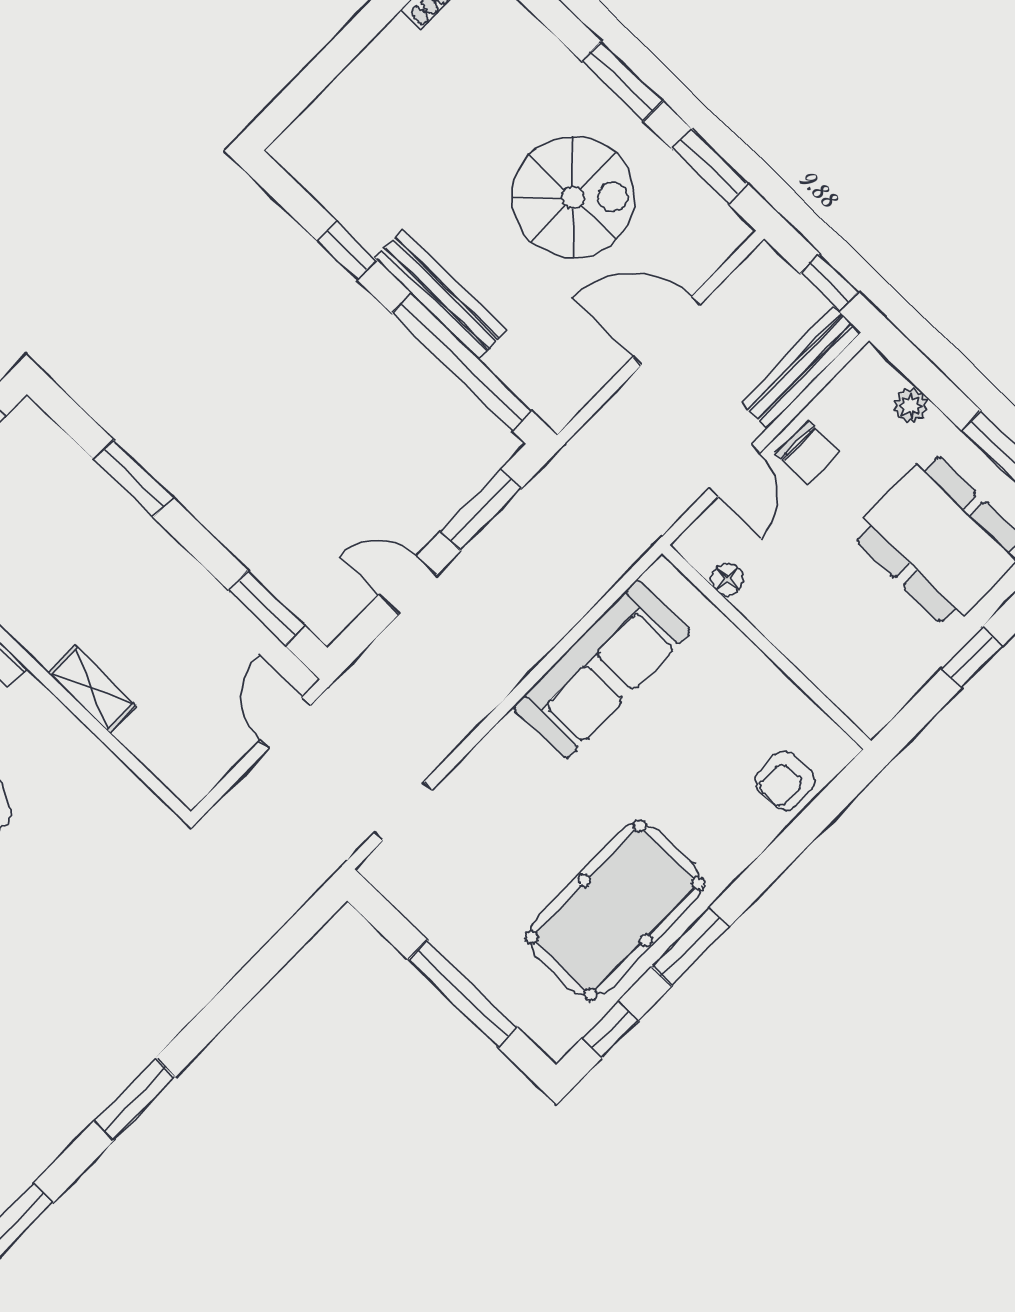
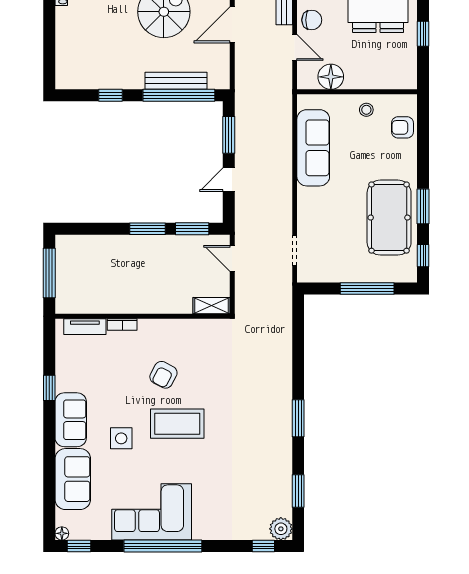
bench: (441, 294) -> (176, 81), moved
window: (134, 479) -> (147, 229), moved
floor lamp: (727, 579) -> (331, 77), width x1.89, depth x1.89
shelving: (92, 689) -> (211, 306), moved
stool: (753, 692) -> (366, 110), added
armchair: (785, 781) -> (402, 127), turned 90

